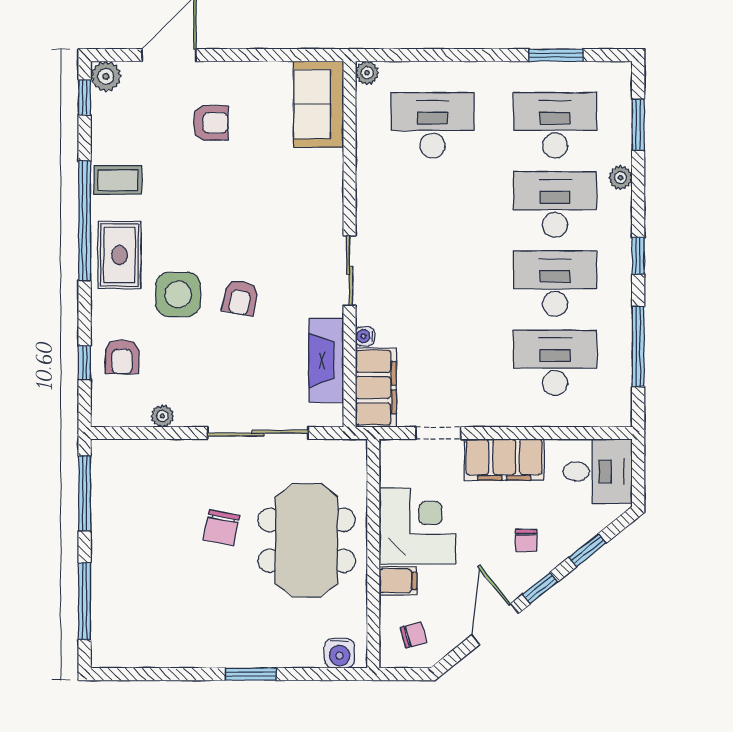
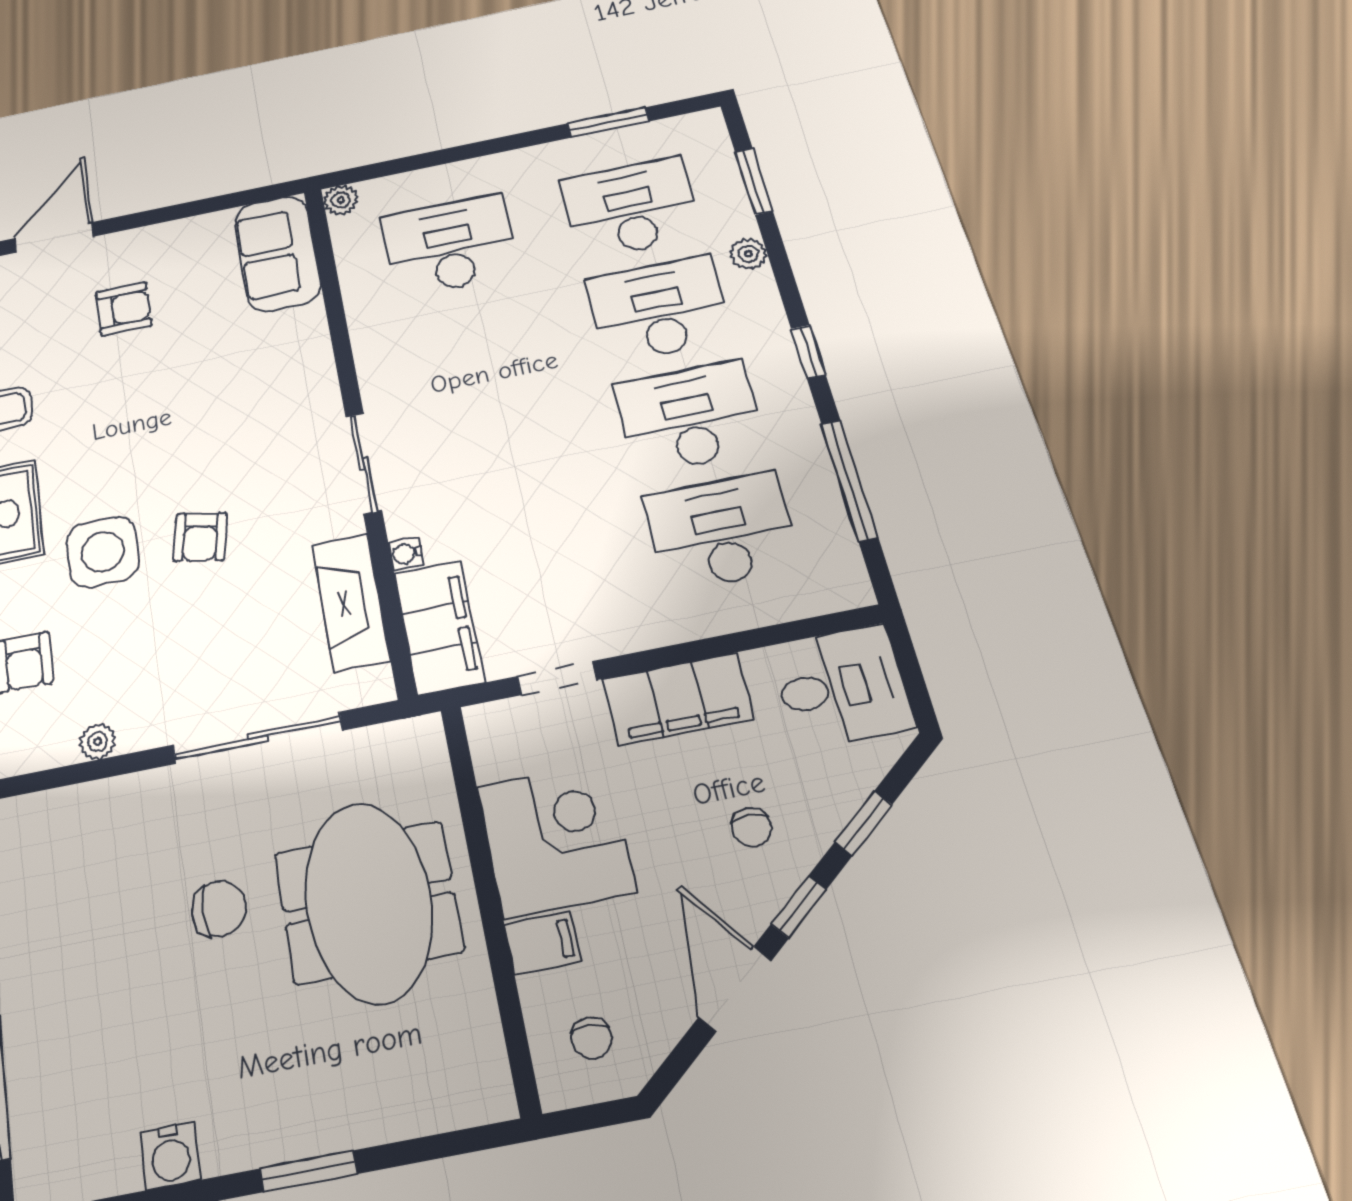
chair: (222, 528) -> (219, 909), turned -101
chair: (413, 635) -> (591, 1038), turned 106
water cooler: (339, 653) -> (170, 1156), moved

